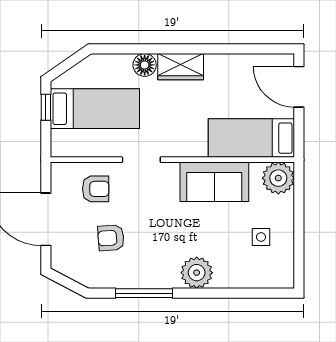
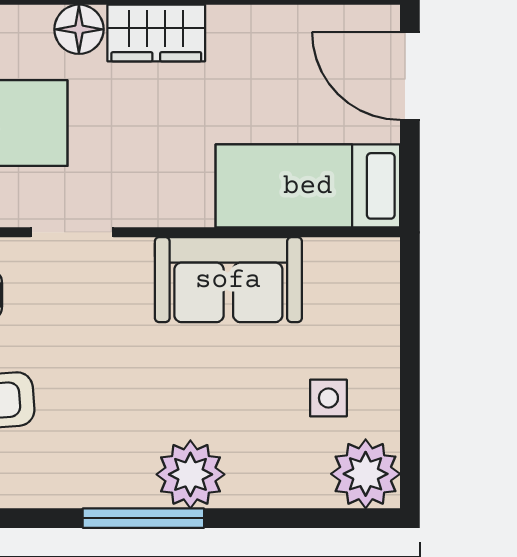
plant: (278, 178) -> (366, 474), moved
window: (144, 293) -> (143, 518), moved

